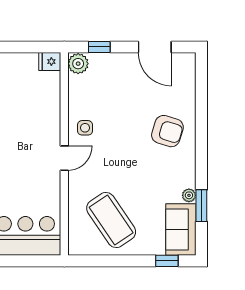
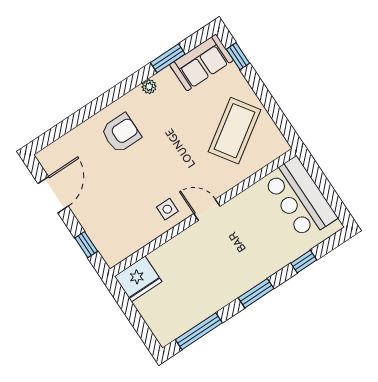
fridge: (50, 62) -> (138, 279), width x1.88, depth x1.34
plant: (78, 64) -> (114, 254), removed
armchair: (167, 131) -> (121, 133), turned 73
plant: (189, 195) -> (149, 87), moved

